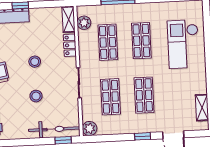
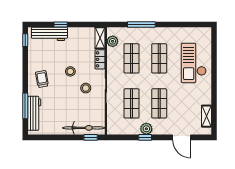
stool: (36, 96) -> (86, 88), moved
plant: (90, 128) -> (146, 129), moved
window: (143, 136) -> (145, 137), moved

